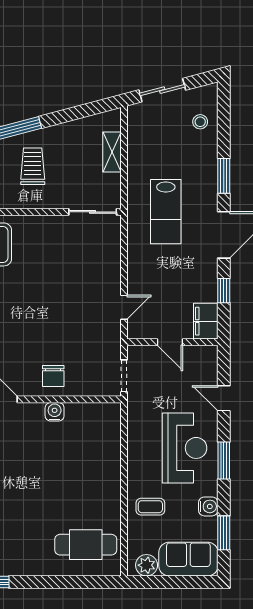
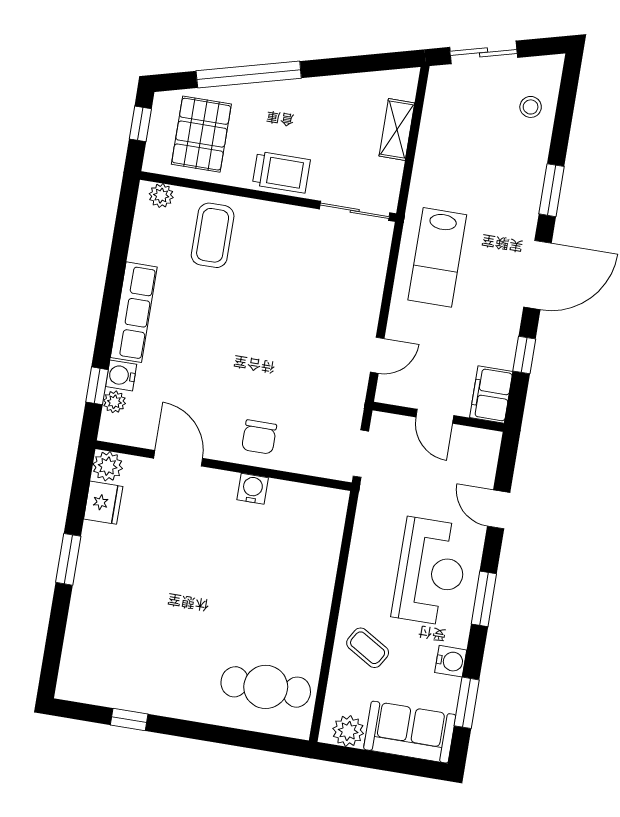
trolley: (33, 166) -> (281, 172), moved, turned 90
lab bench: (166, 212) -> (437, 257), moved
coffee table: (150, 507) -> (368, 648), turned 31

